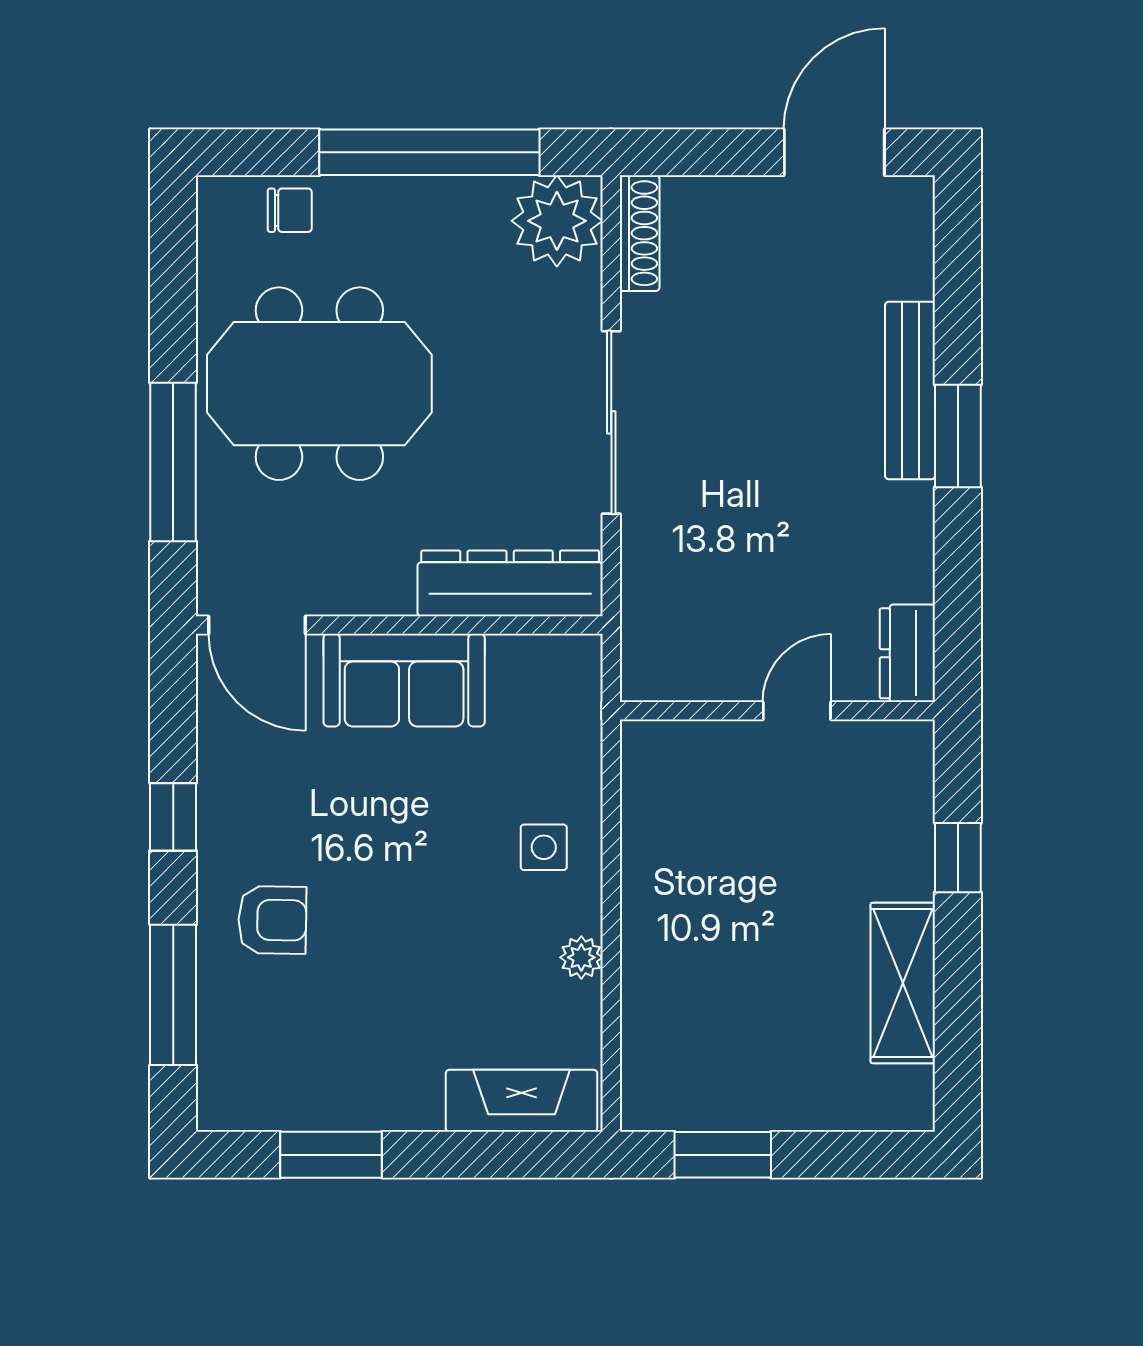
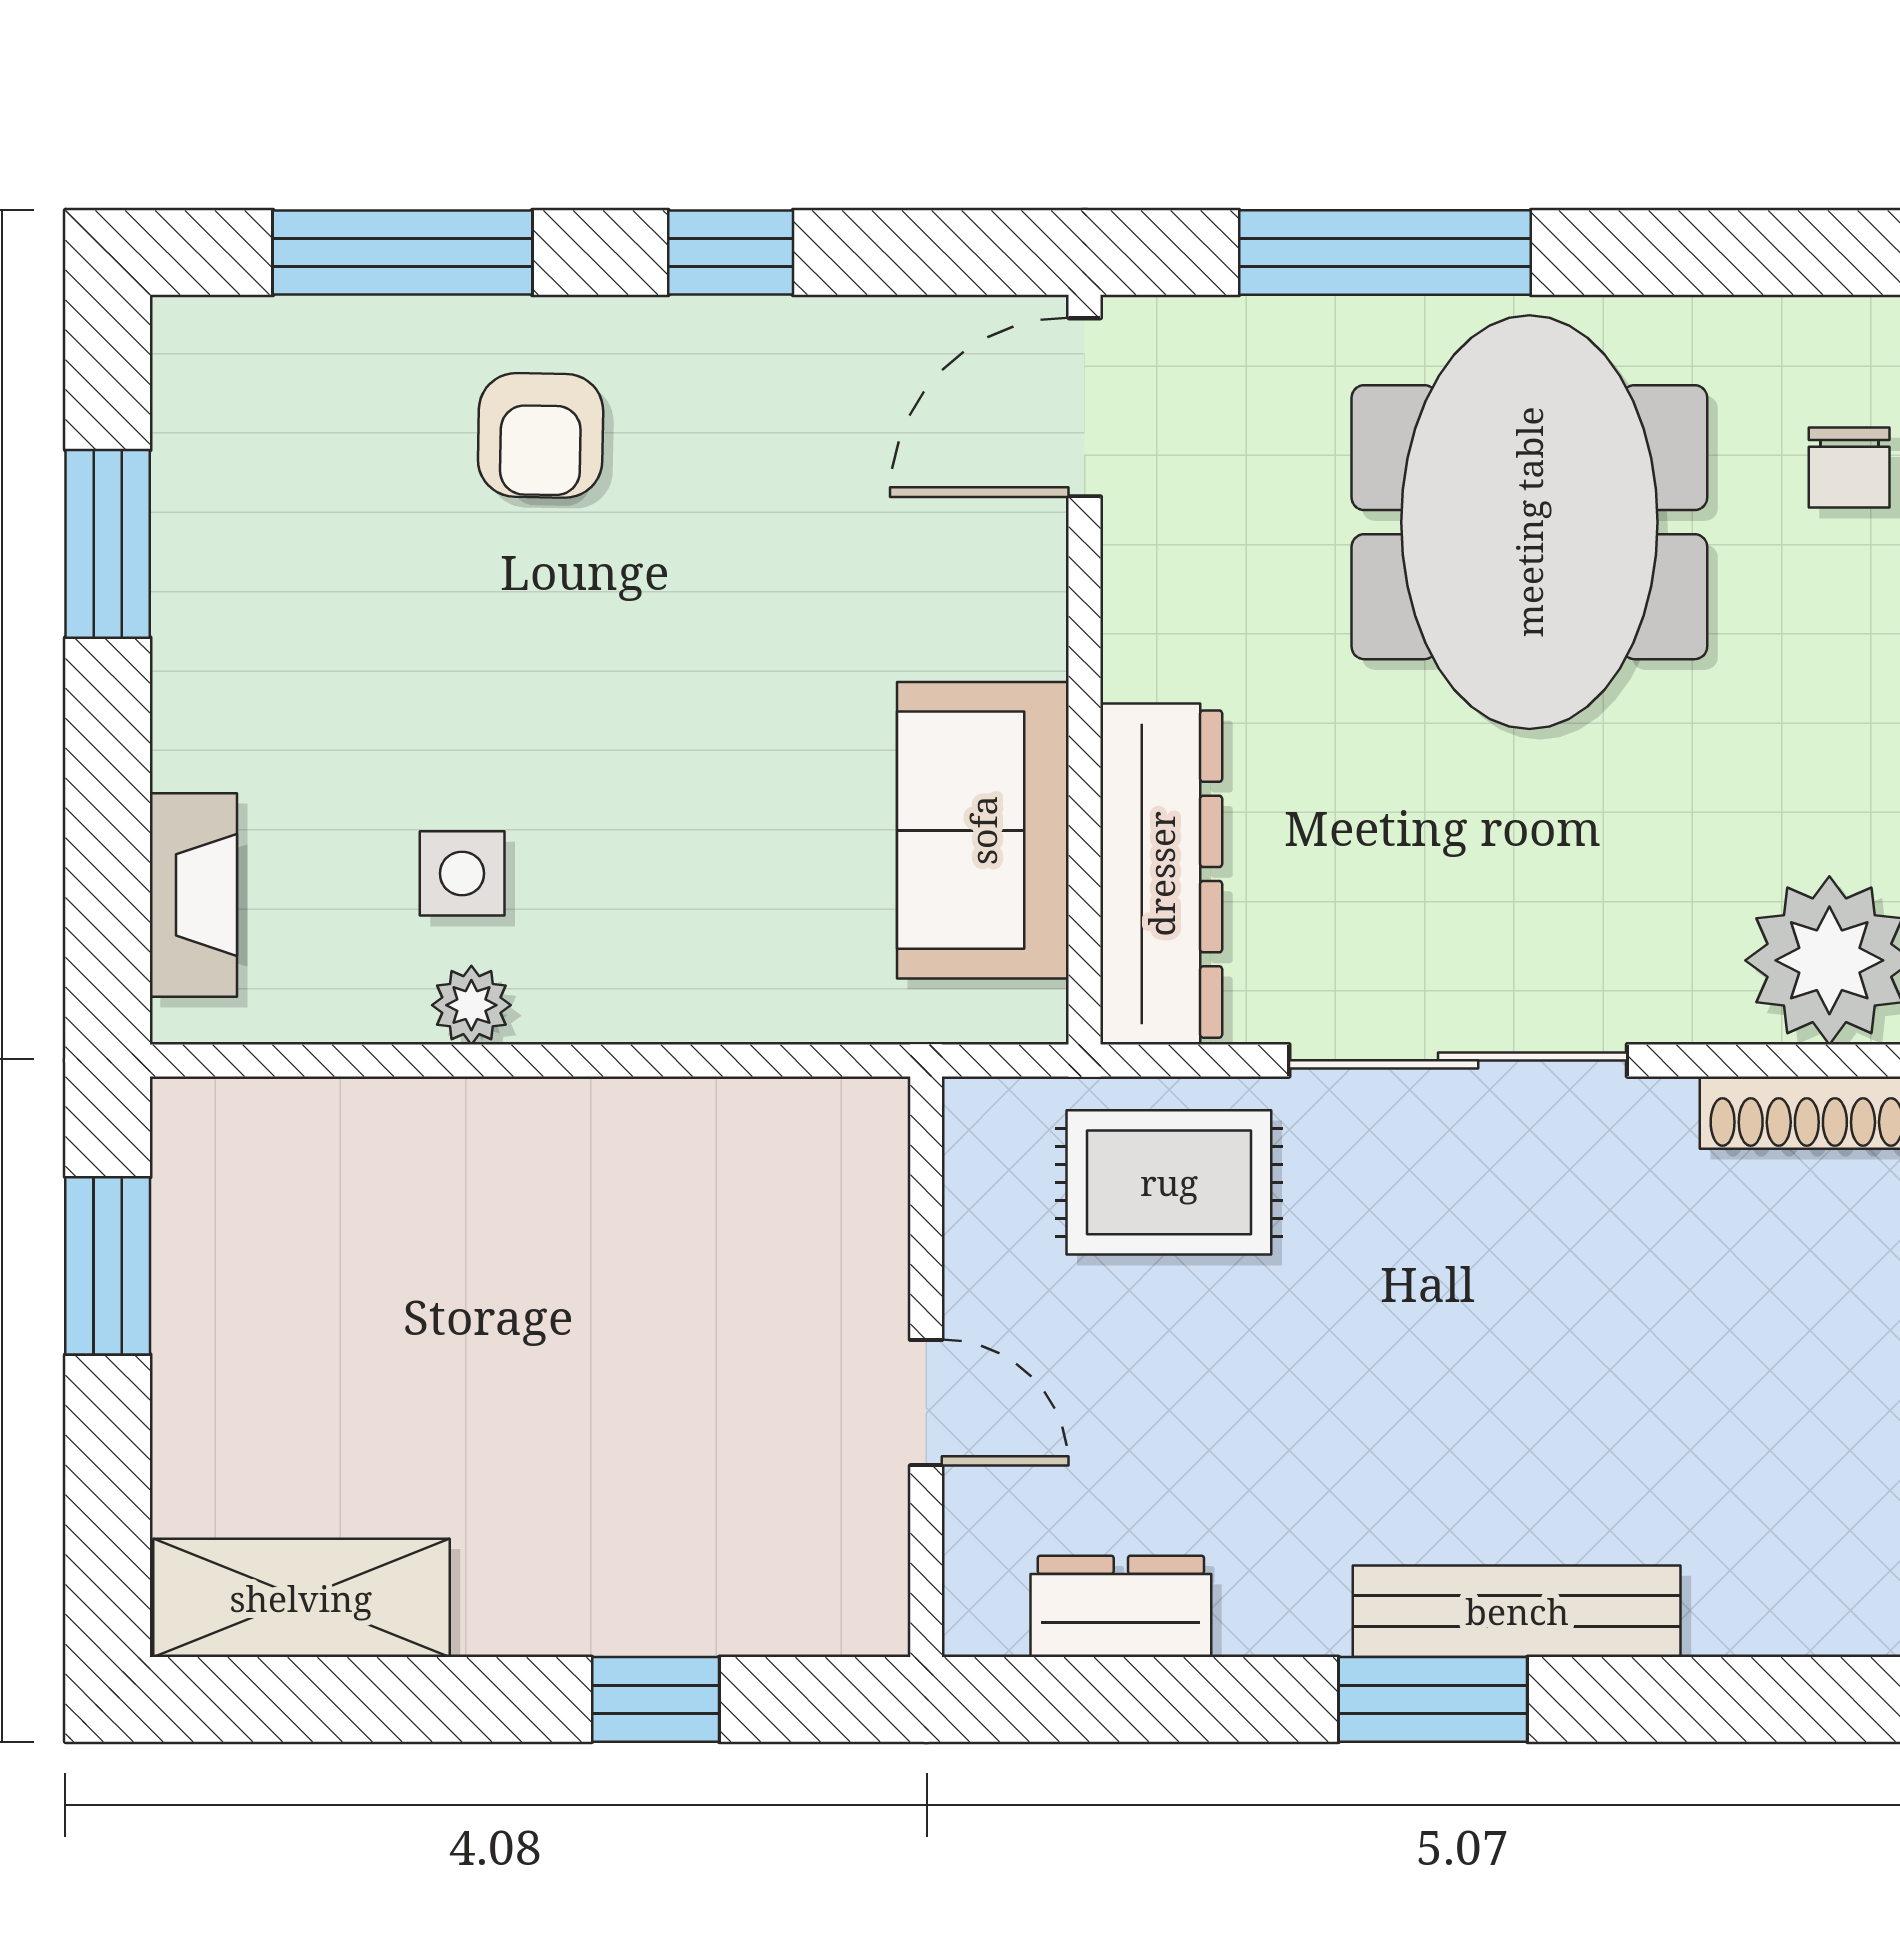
rug: (677, 579) -> (1169, 1182), added
dresser: (907, 653) -> (1121, 1606), moved
sofa: (404, 680) -> (983, 830), moved
side table: (544, 847) -> (462, 873), moved
shelving: (903, 983) -> (301, 1598), moved
fireplace: (522, 1101) -> (193, 895), width x0.73, depth x0.76

